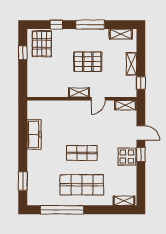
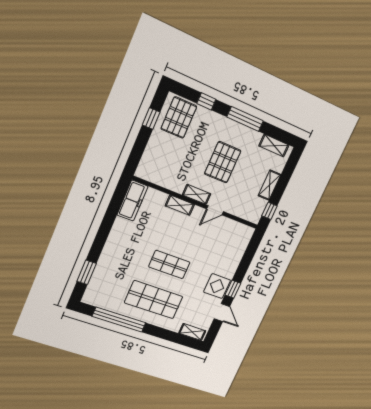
pallet: (88, 62) -> (223, 162), turned 90
shelving: (125, 105) -> (180, 205), moved
door: (141, 133) -> (222, 313), moved
freezer: (34, 135) -> (132, 201), moved

